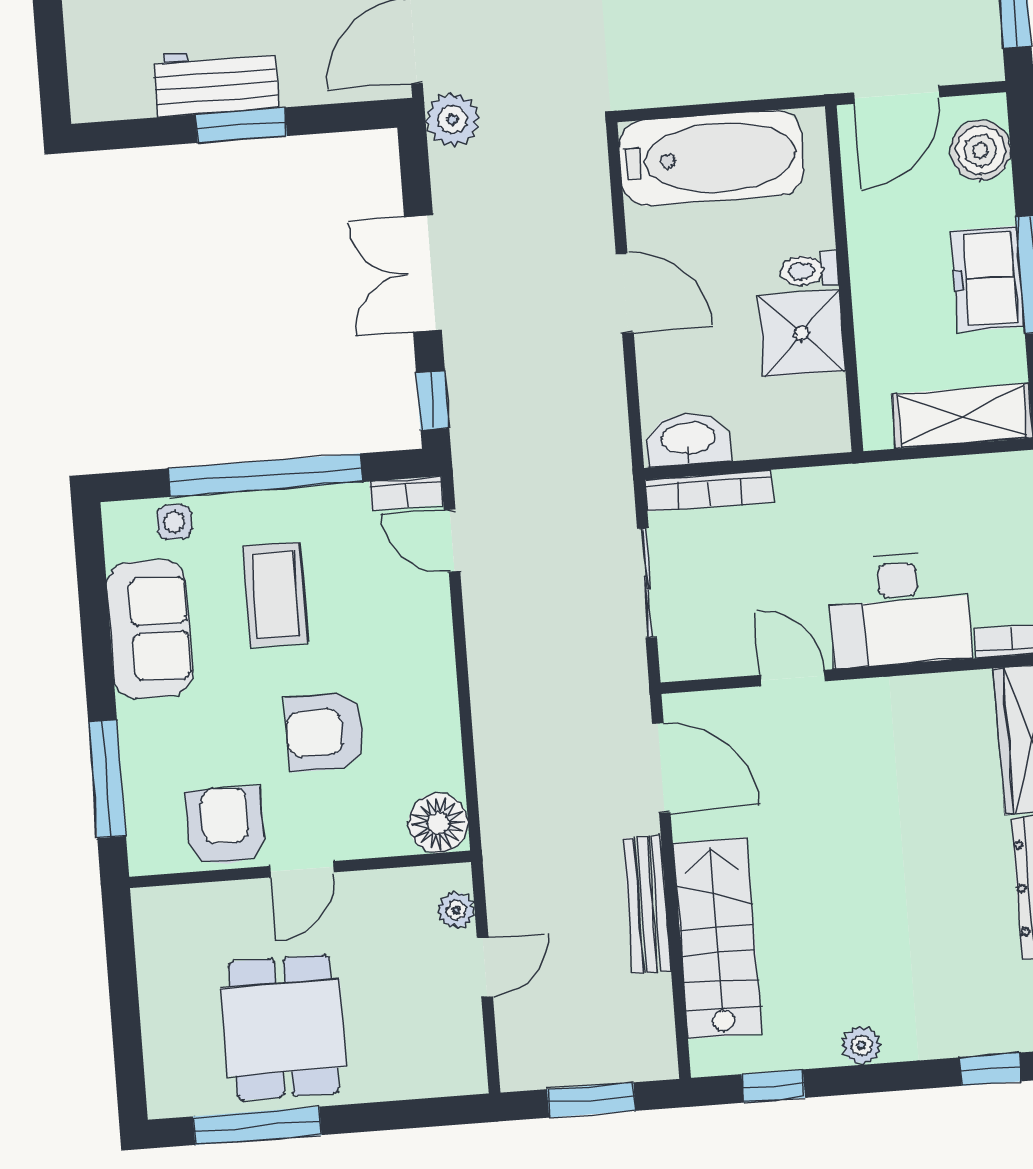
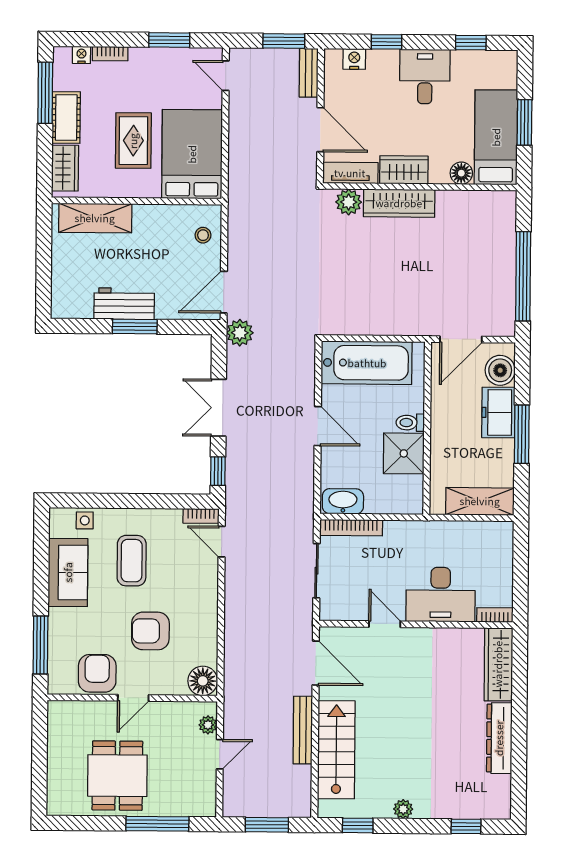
freezer: (987, 279) -> (498, 412), moved
window: (265, 475) -> (132, 501), removed
window: (257, 1126) -> (157, 824), moved

